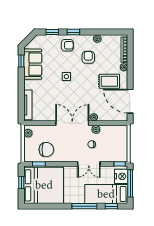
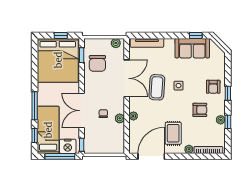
window: (52, 32) -> (228, 122), moved
coffee table: (68, 96) -> (157, 87), added
double door: (72, 123) -> (127, 78), moved
double door: (89, 164) -> (82, 111), width x1.37

